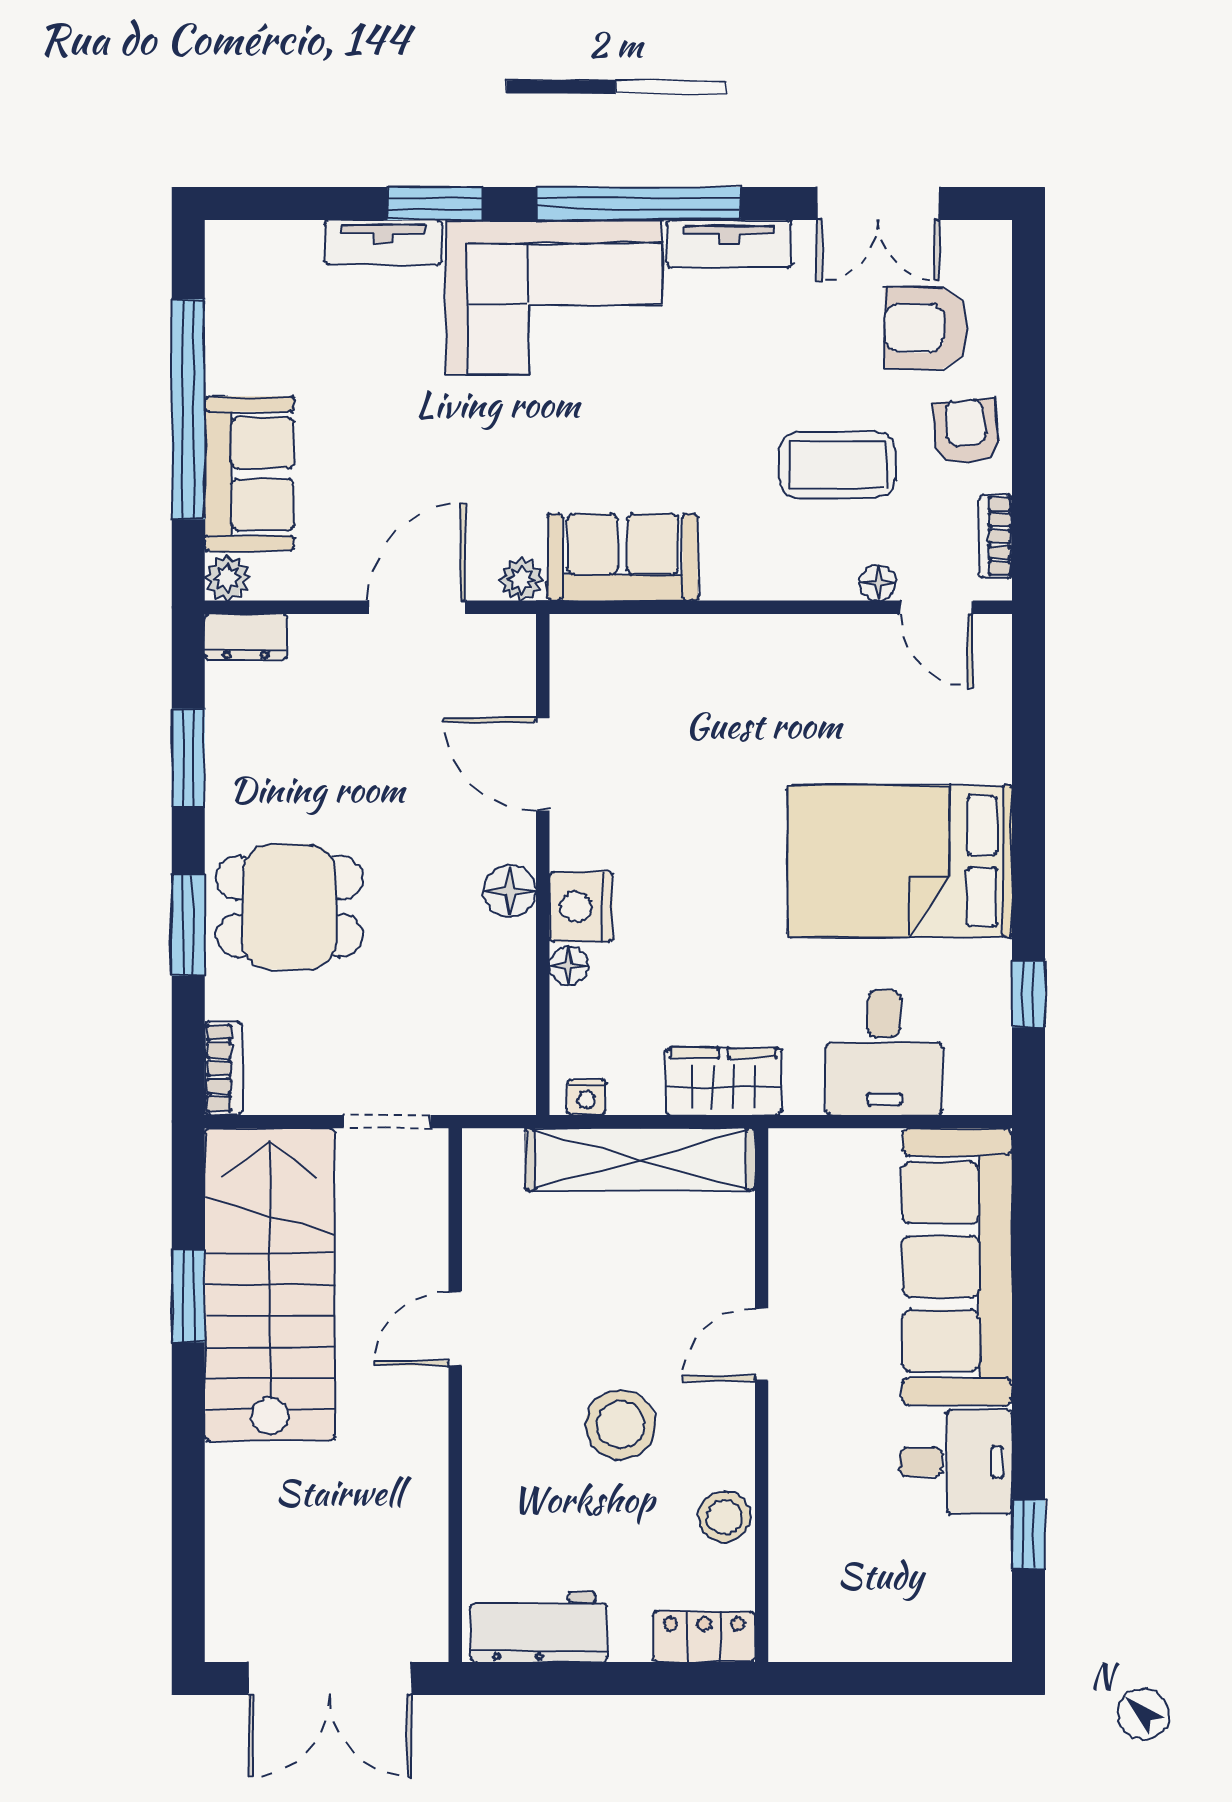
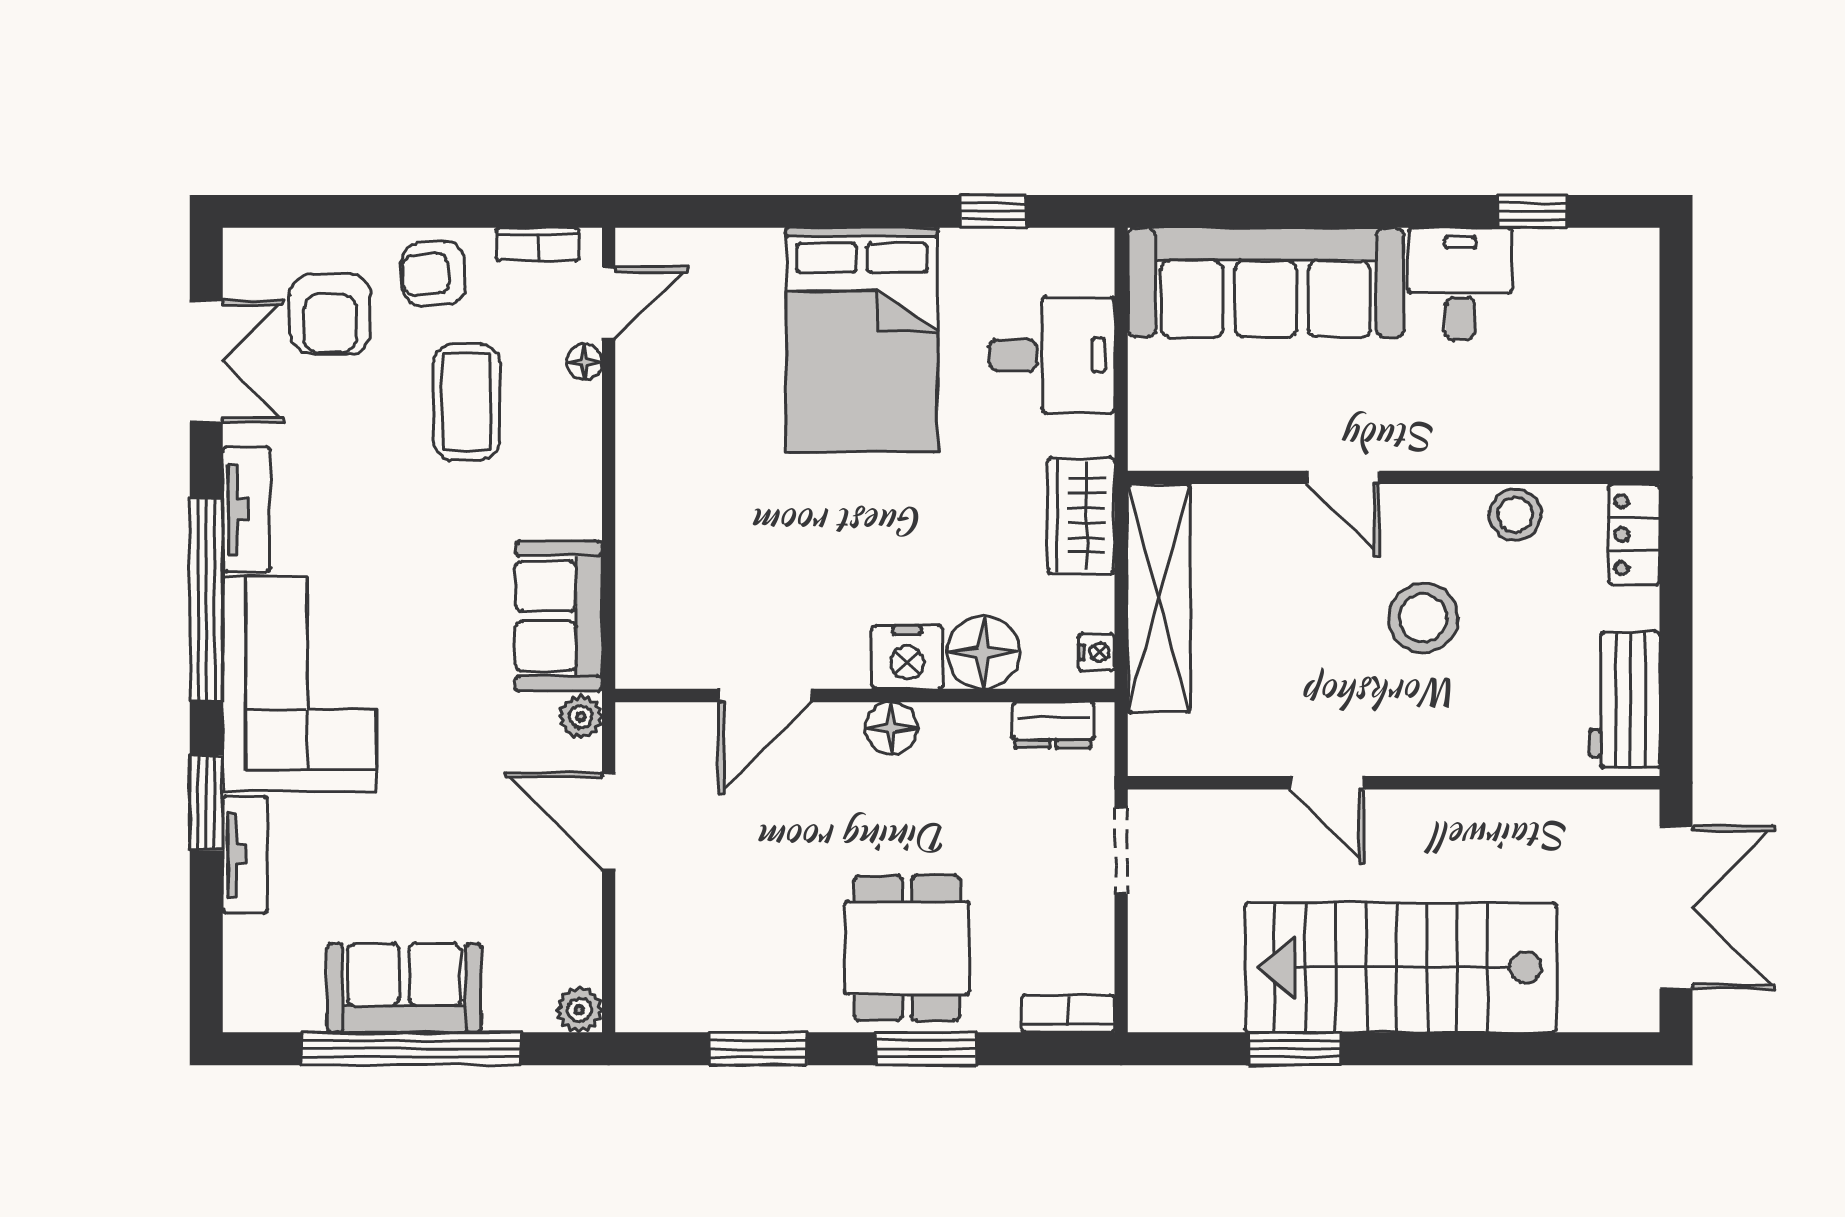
sofa: (249, 474) -> (404, 988), moved
dresser: (246, 637) -> (1053, 725), moved, turned 90
floor lamp: (569, 966) -> (983, 652), width x1.89, depth x1.89
stairs: (270, 1284) -> (1401, 968), moved

